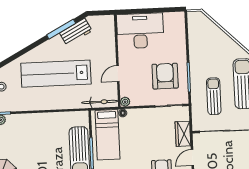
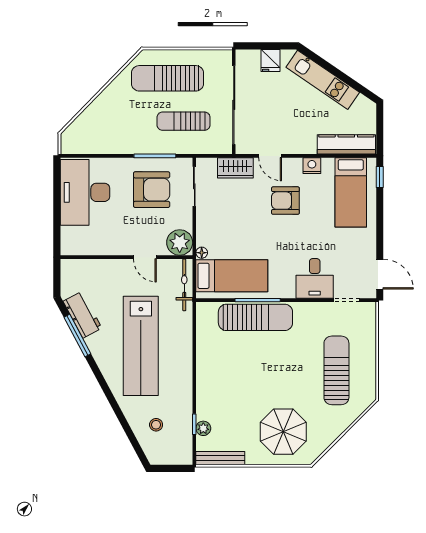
desk: (140, 31) -> (85, 192), moved
armchair: (165, 76) -> (152, 190), turned 180
plant: (125, 102) -> (180, 243), width x1.87, depth x1.87

